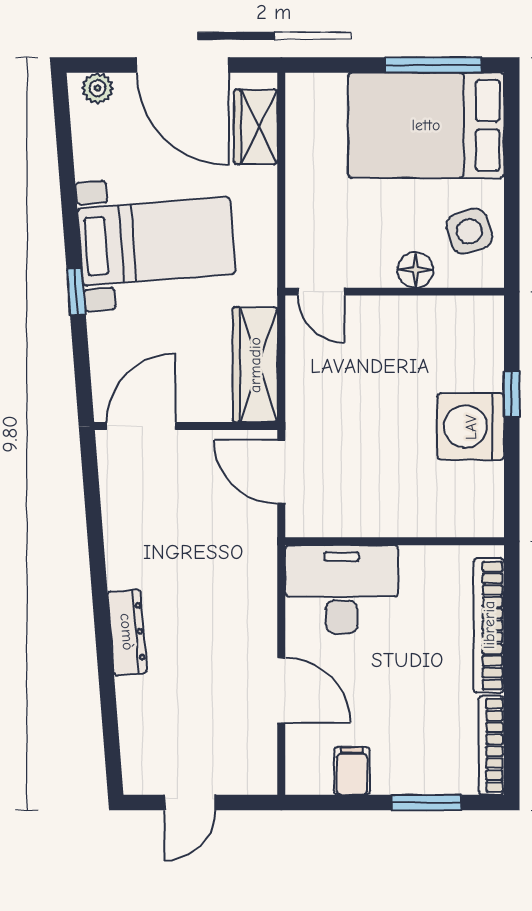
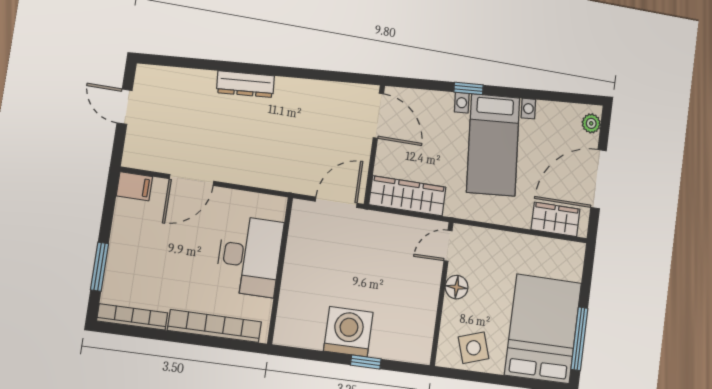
floor lamp: (416, 270) -> (457, 287), moved
desk: (342, 590) -> (249, 256), moved
filing cabinet: (352, 771) -> (134, 186), moved

